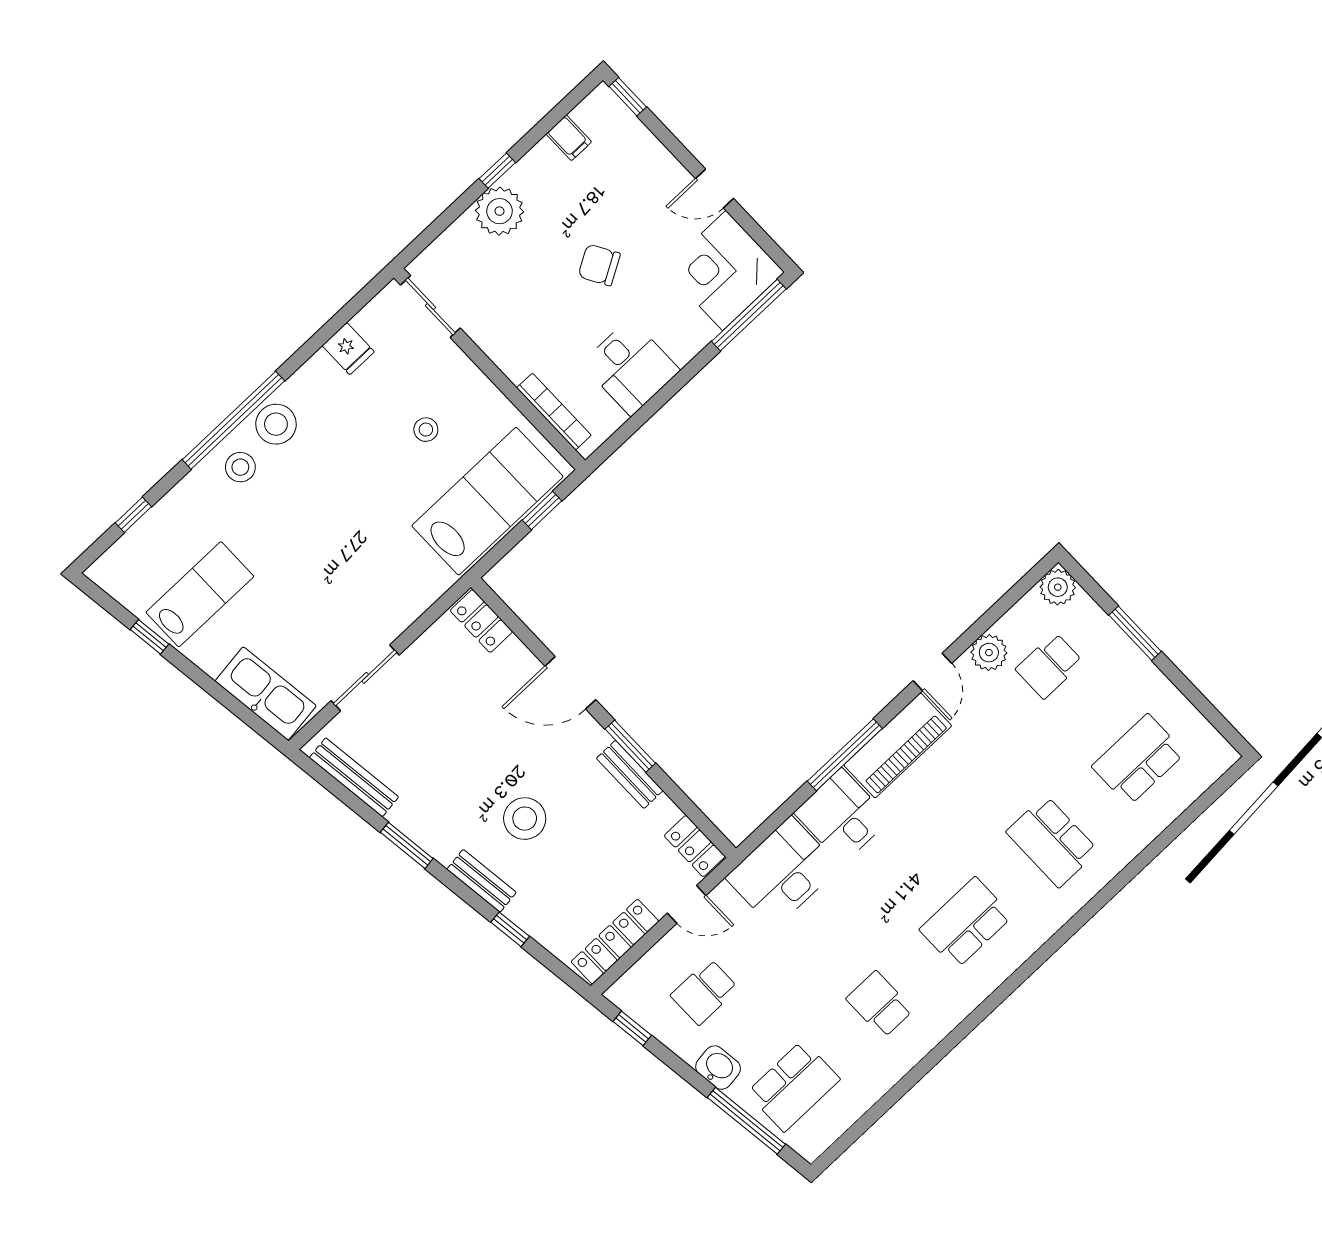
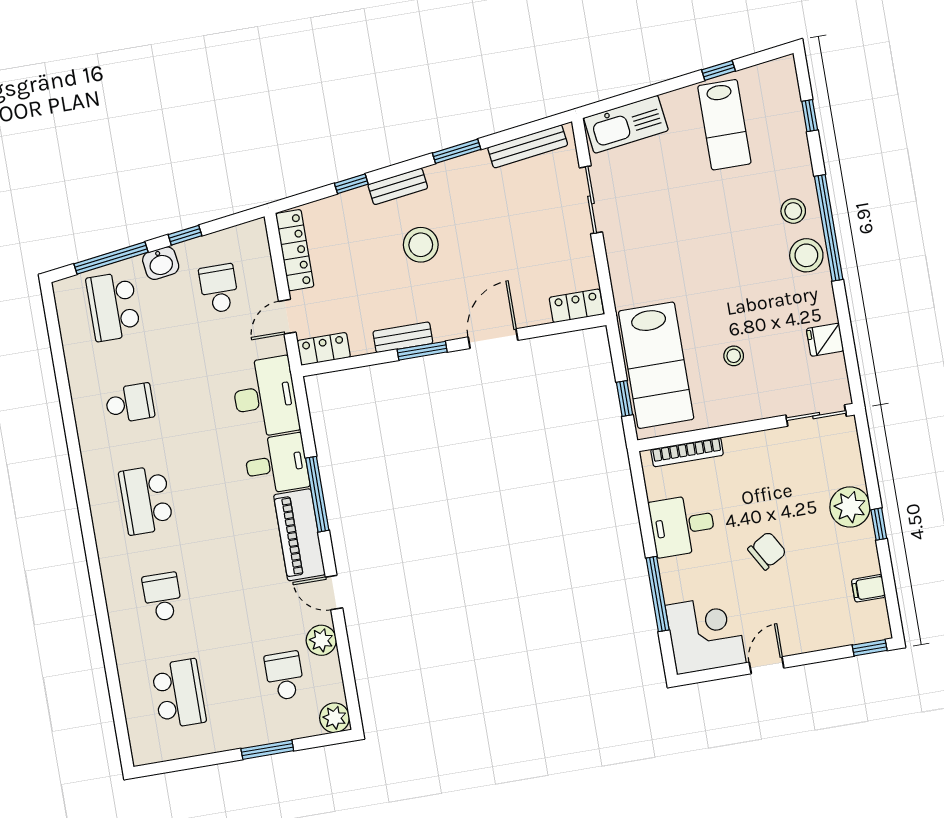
window: (749, 315) -> (658, 594), moved
school desk: (1052, 841) -> (162, 597), width x0.54
school desk: (966, 923) -> (146, 500), turned 180
window: (632, 1028) -> (185, 235), moved

